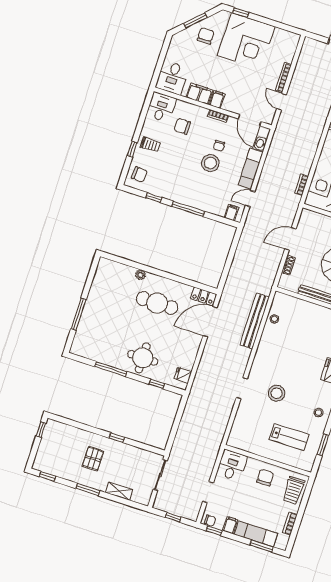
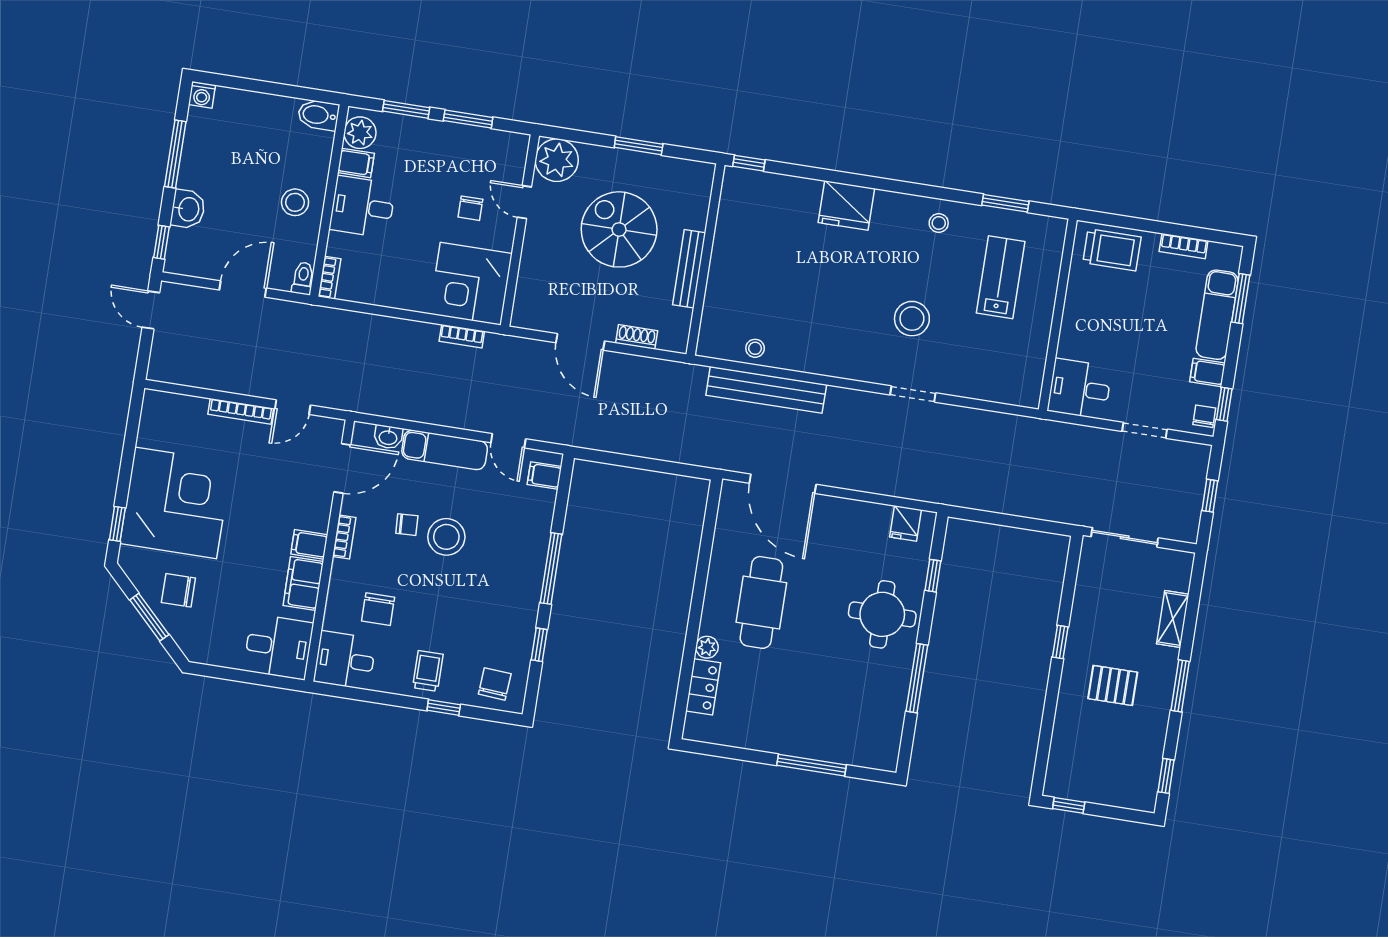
locker: (203, 296) -> (703, 687), moved
chair: (265, 478) -> (1094, 314), removed

